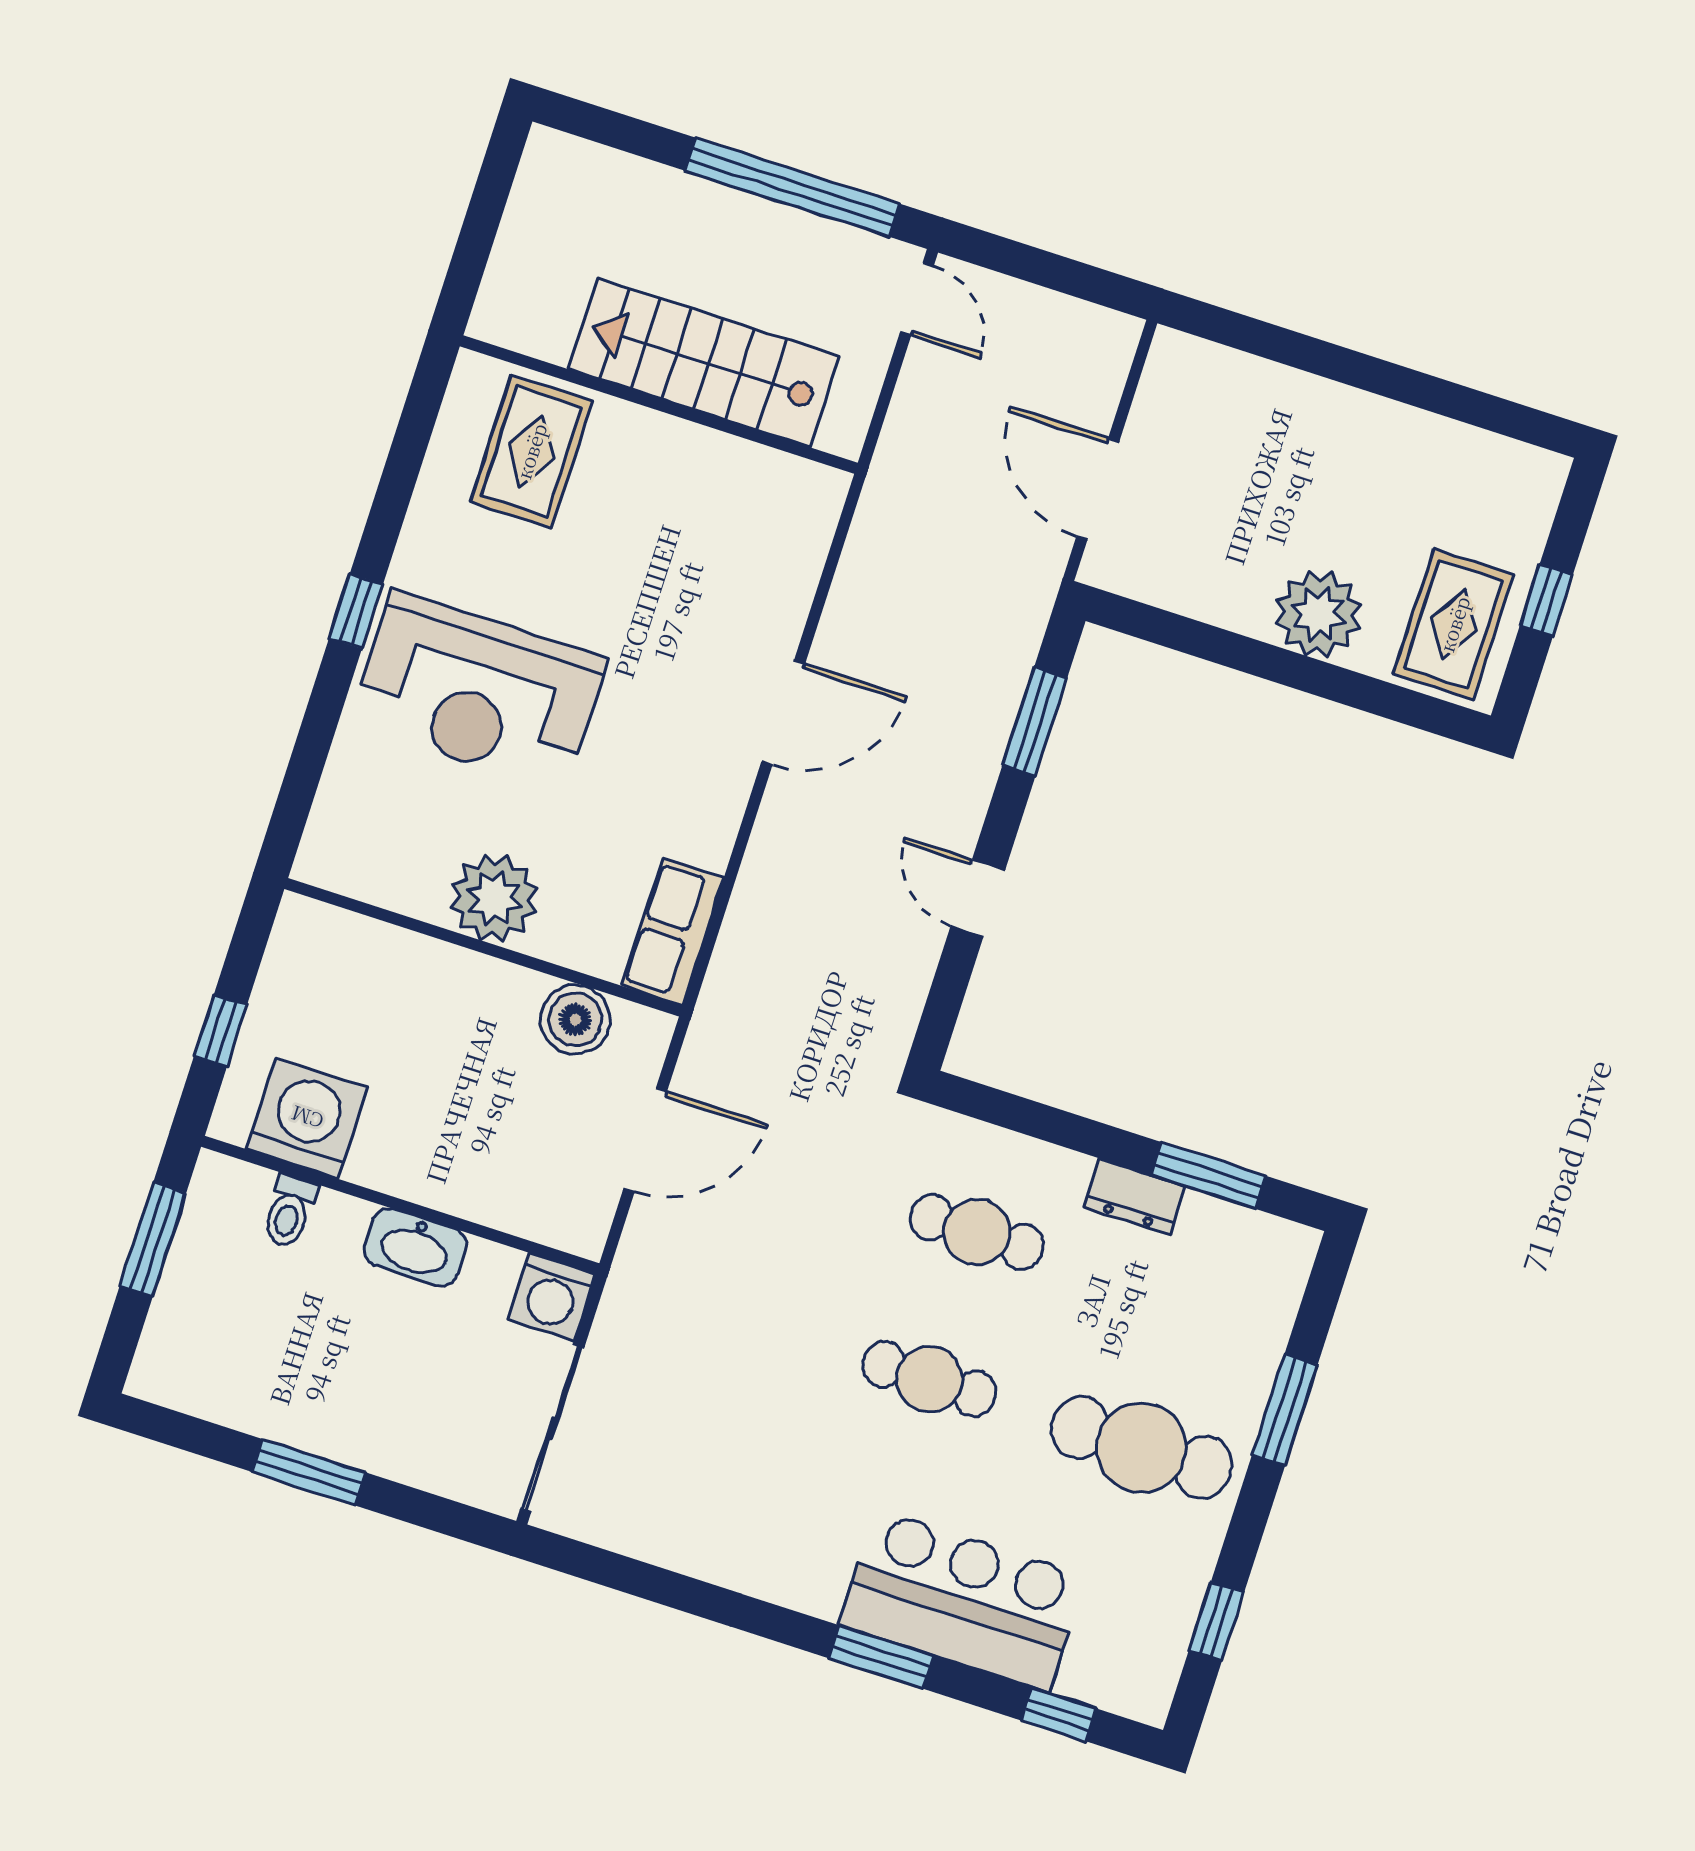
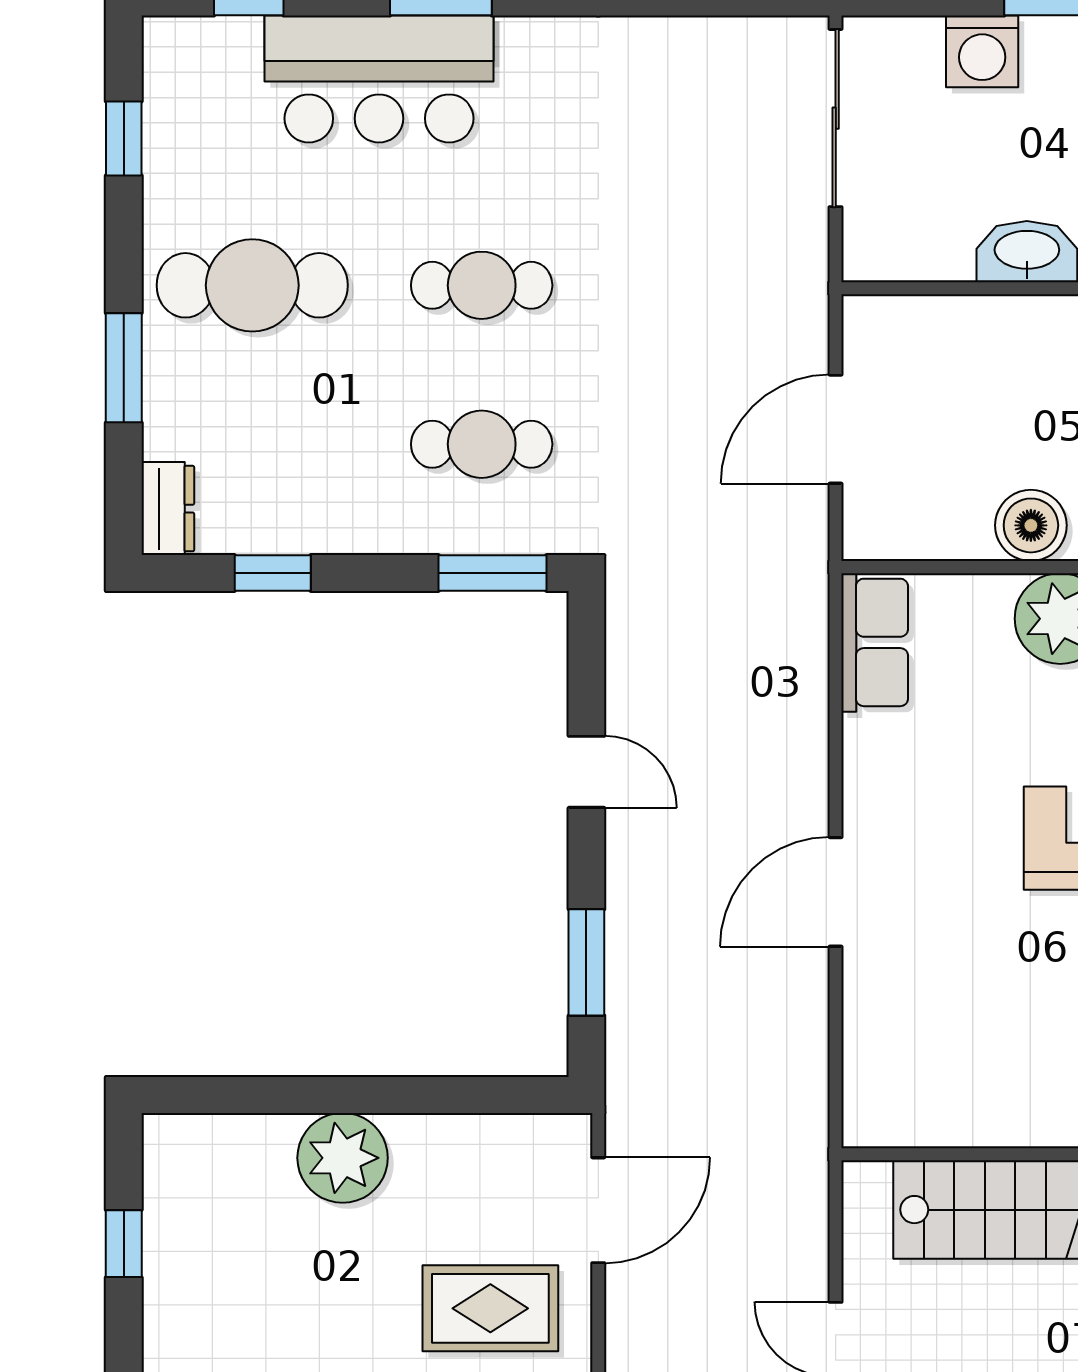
door: (1098, 489) -> (598, 1210), hinge flipped
rug: (1454, 624) -> (490, 1308), moved, turned 90
boiler: (575, 1019) -> (1031, 525), moved
window: (1005, 1110) -> (492, 573), added
window: (1208, 1175) -> (273, 573), width x0.67
dresser: (1134, 1196) -> (168, 509), moved, turned 90
washing machine: (552, 1297) -> (982, 51), moved, turned 180

